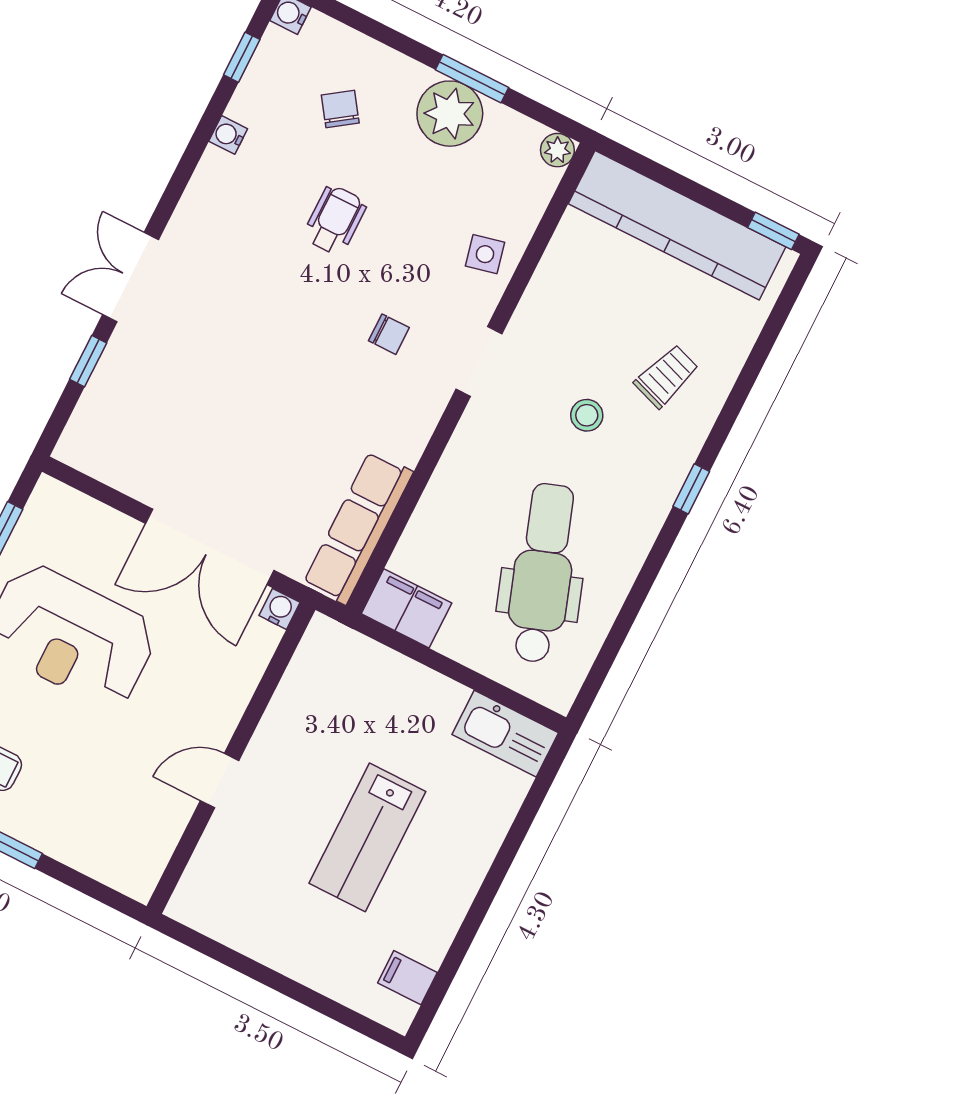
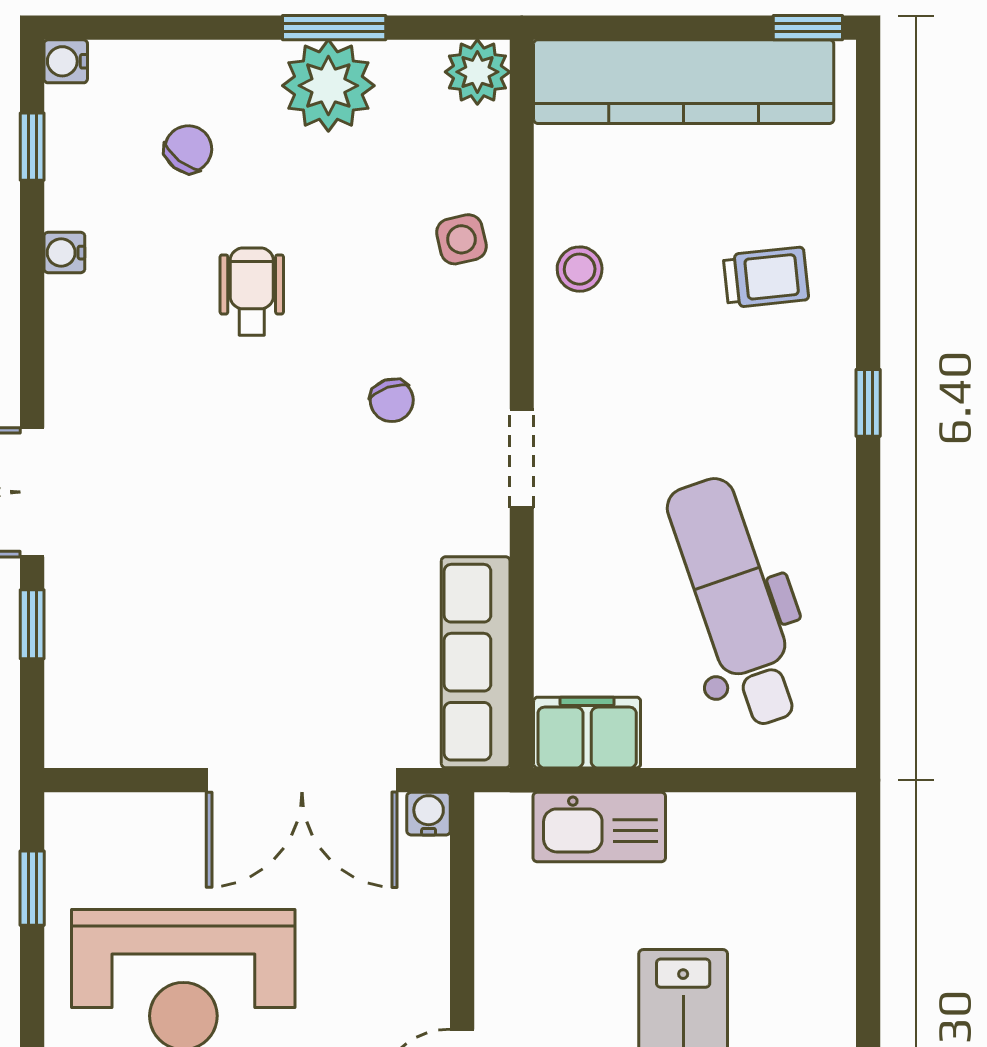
chair: (340, 109) -> (188, 149), turned 73
plant: (557, 150) -> (477, 72), width x1.38, depth x1.38
chair: (389, 334) -> (392, 400), turned 71
doorway: (479, 361) -> (522, 458), moved
trolley: (666, 376) -> (766, 277), turned 65
stool: (587, 415) -> (580, 269), moved
kitchen sink: (505, 734) -> (599, 827), moved

